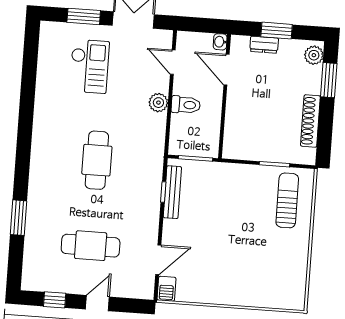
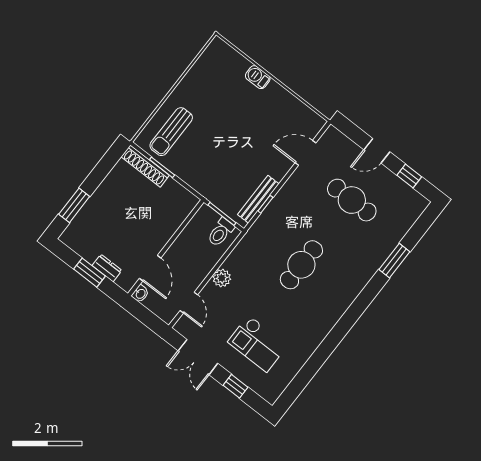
window: (84, 16) -> (235, 386), width x0.67
plant: (314, 55) -> (73, 233), removed
checkout: (89, 66) -> (258, 344), turned -90
toilet: (186, 105) -> (221, 232), moved, turned -90
shoe rack: (310, 121) -> (145, 166), moved, turned 90
barbecue: (167, 289) -> (258, 77), moved, turned -90

